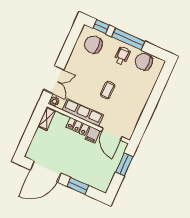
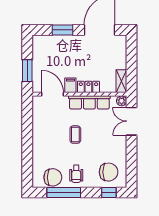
window: (128, 39) -> (64, 192), moved

